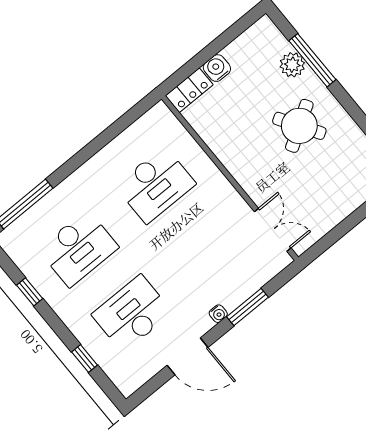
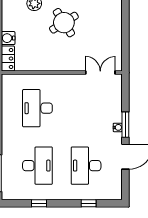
desk: (155, 185) -> (37, 108), turned 180
window: (248, 307) -> (125, 125), moved

